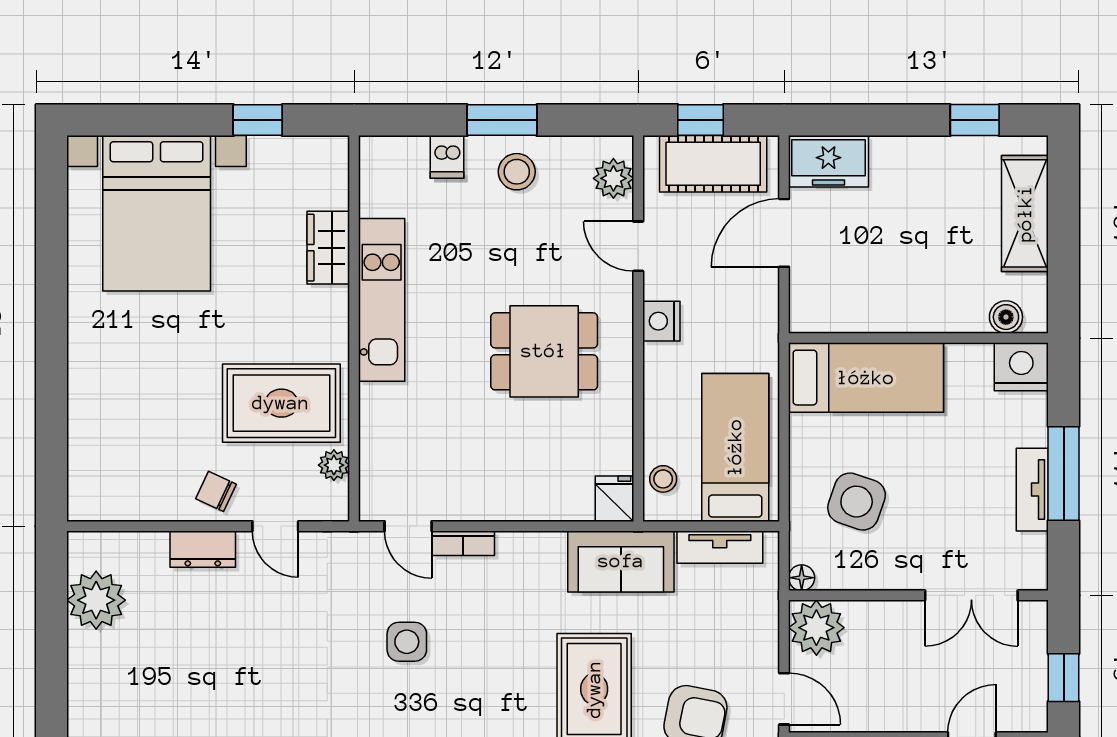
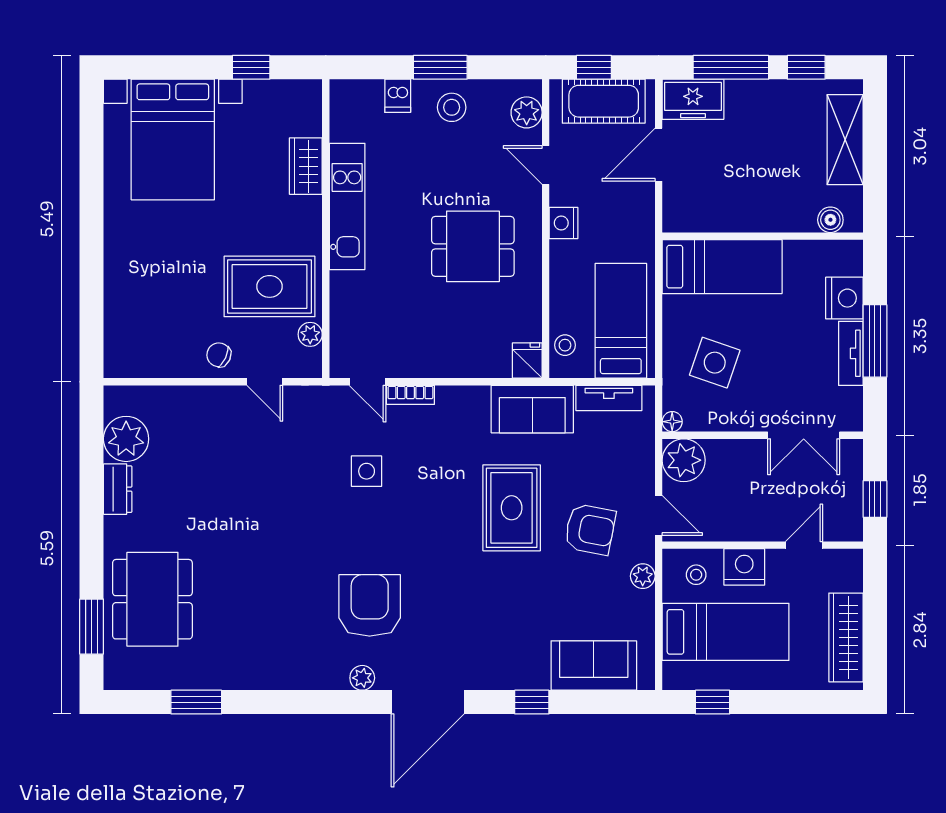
window: (877, 120) -> (731, 67), added
nightstand: (1021, 367) -> (844, 298), moved, turned 90
dresser: (203, 549) -> (118, 489), moved, turned -90

